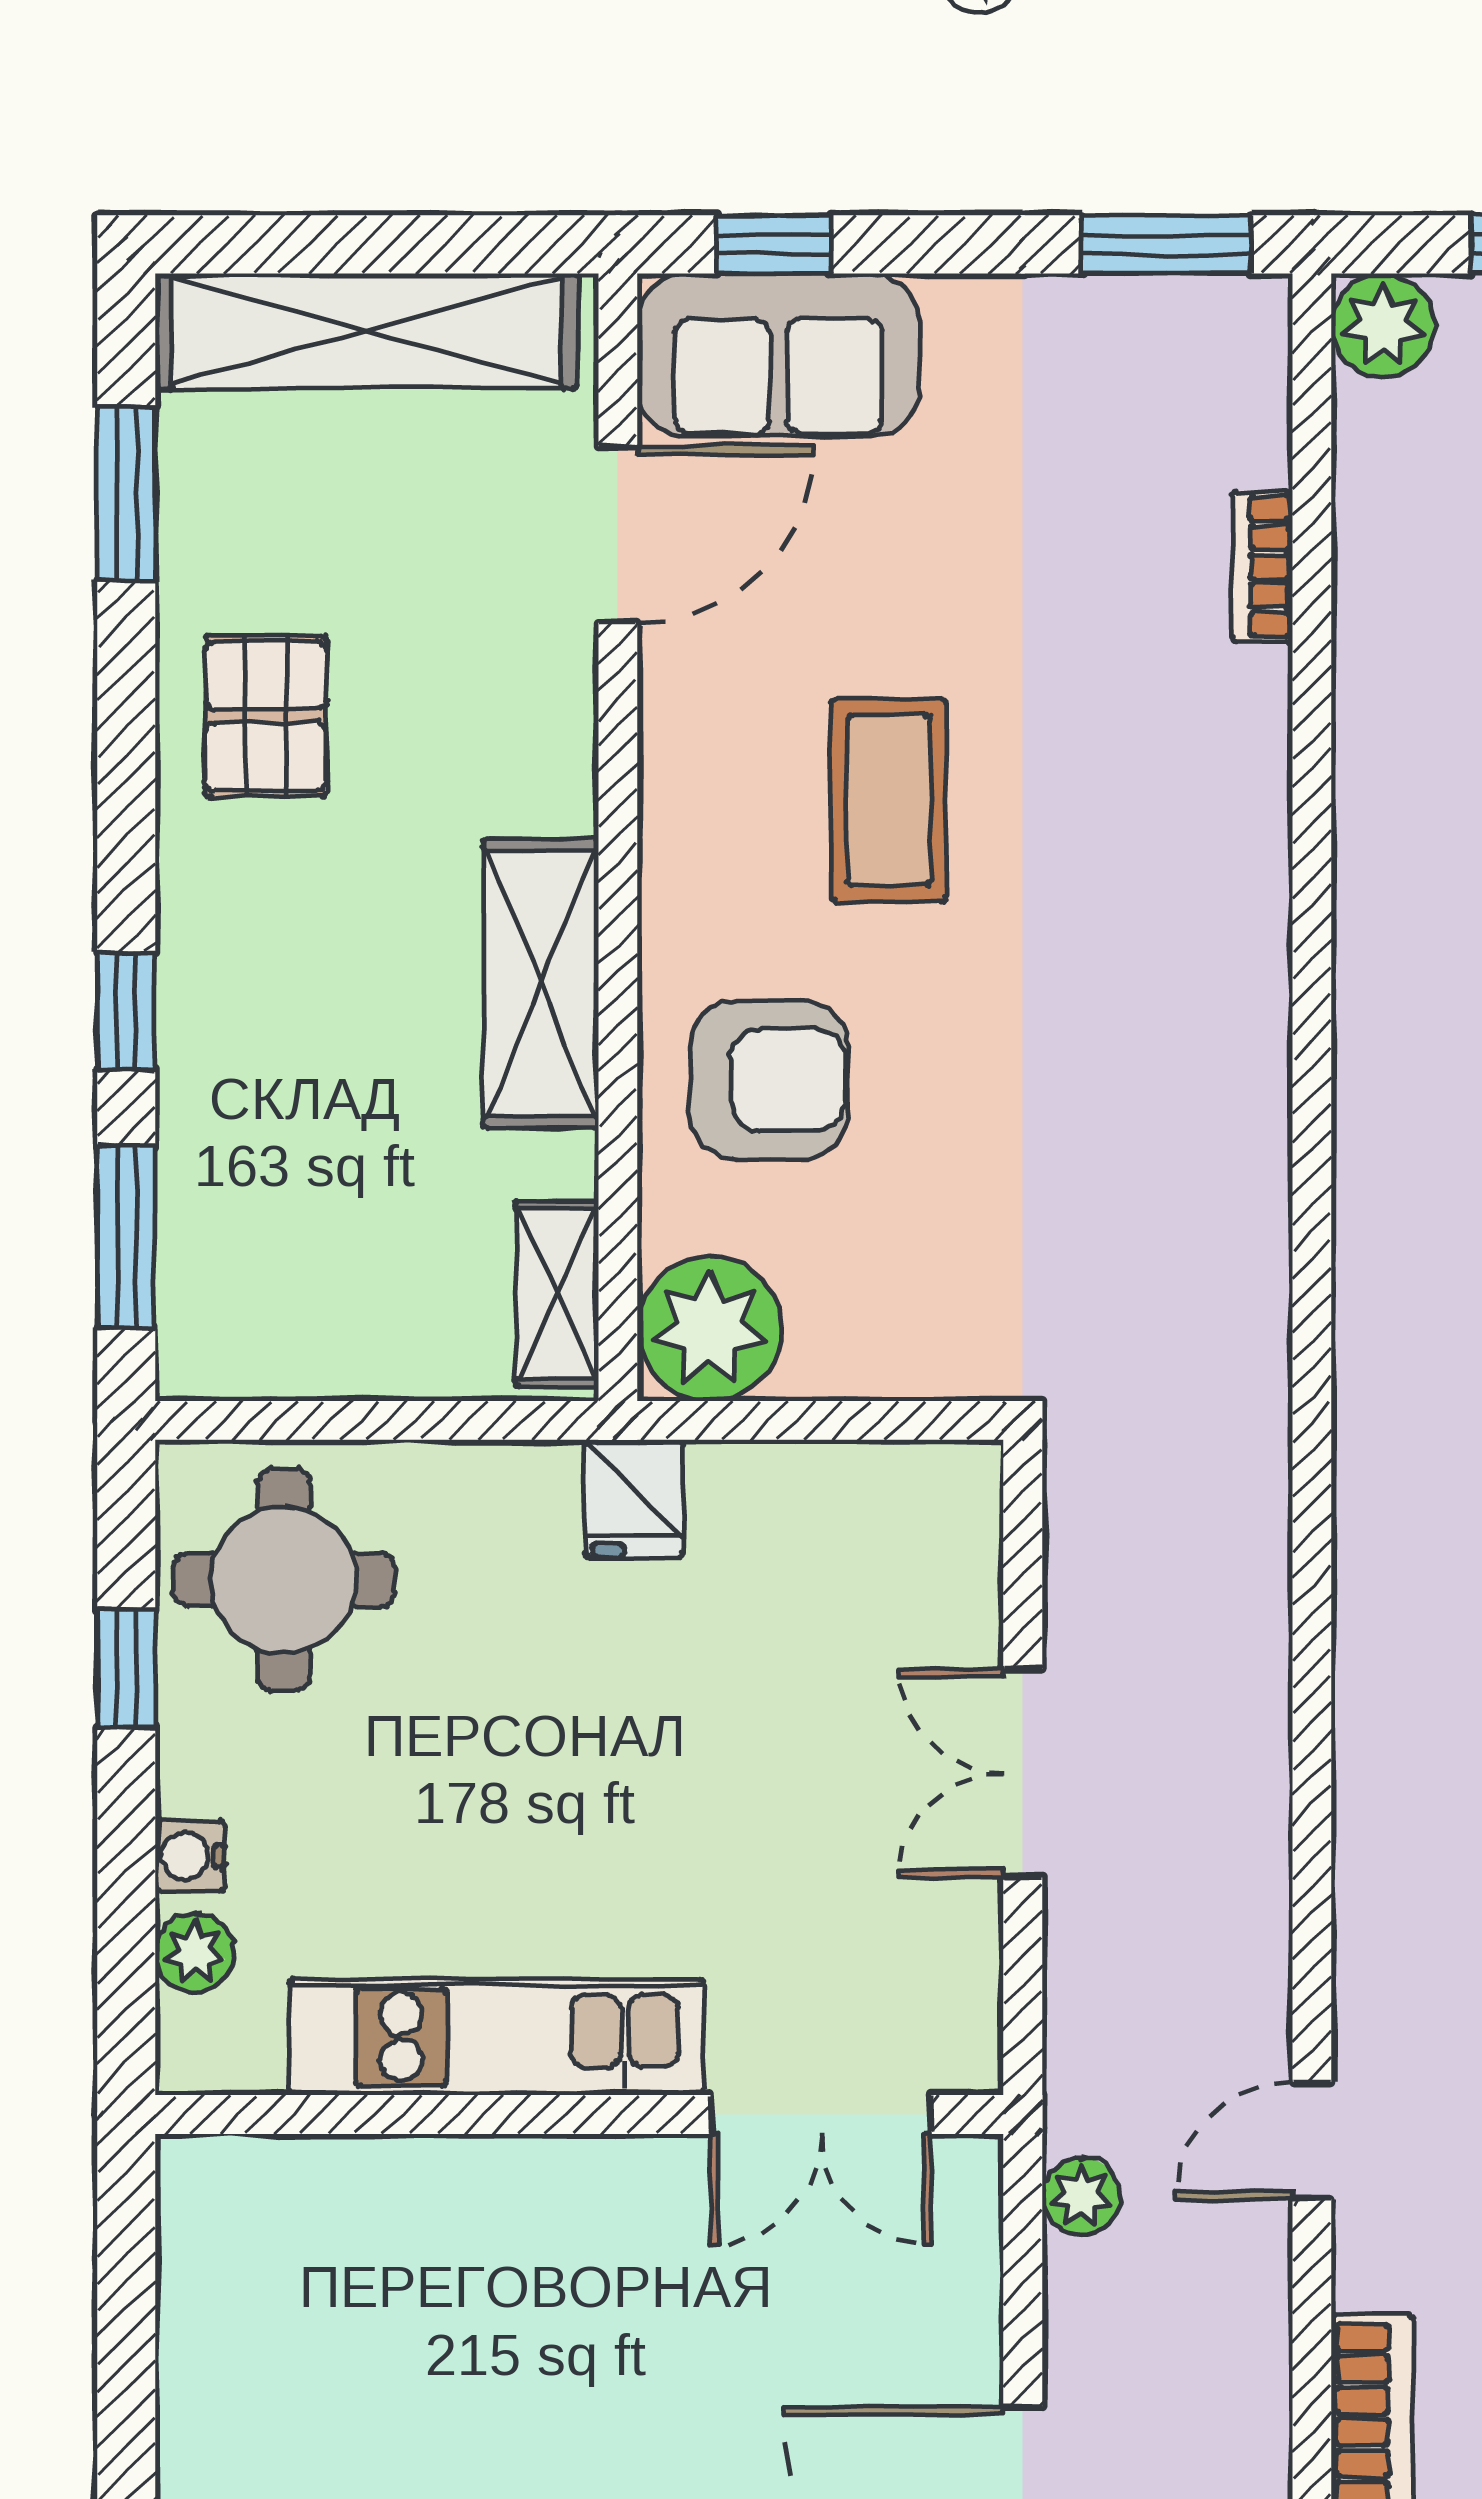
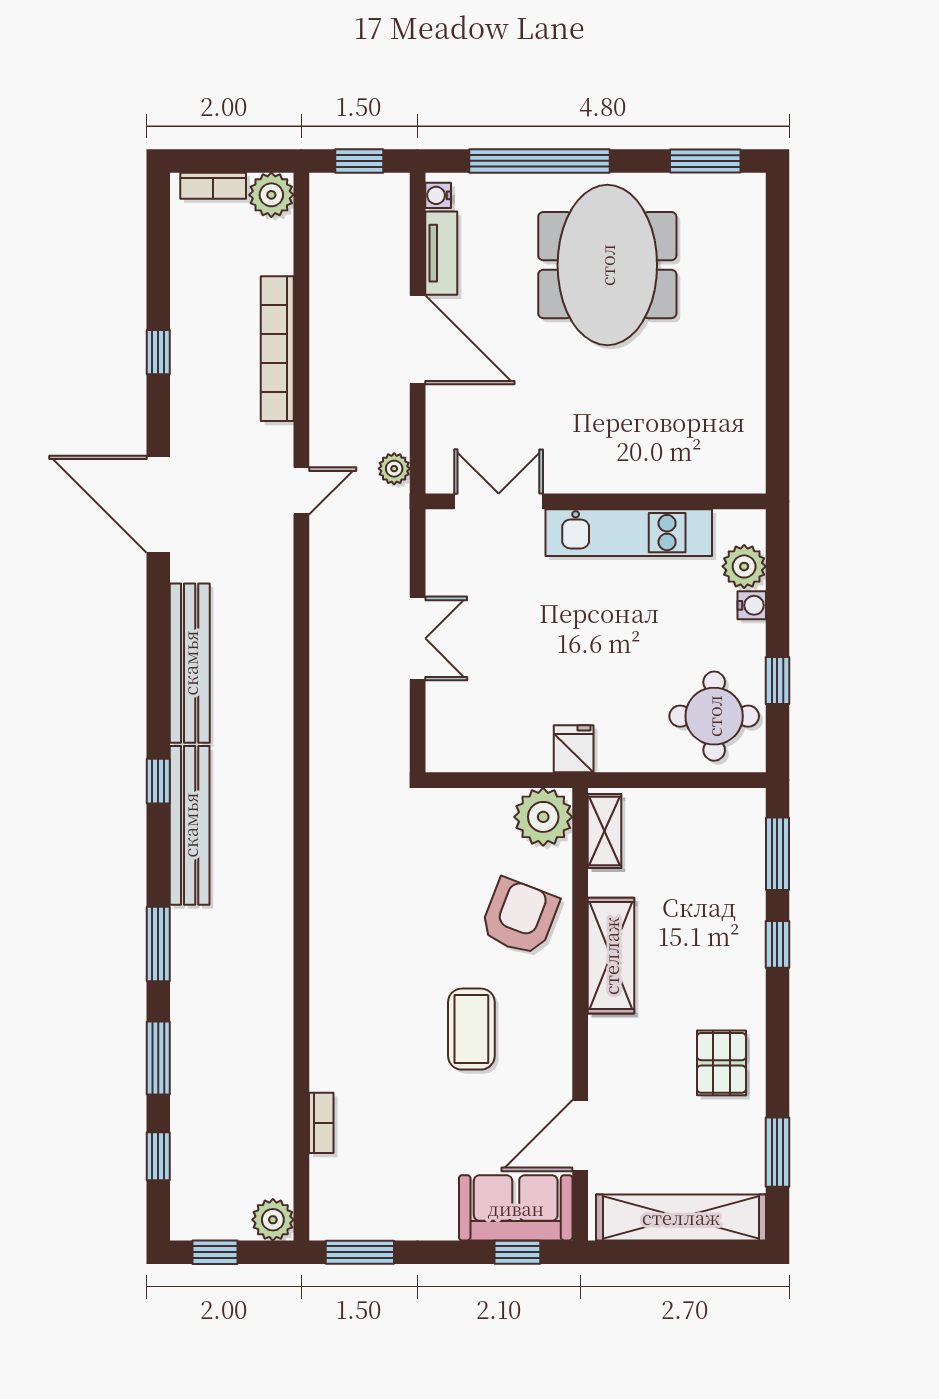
armchair: (769, 1080) -> (519, 917), turned 111
plant: (194, 1952) -> (744, 566), width x1.38, depth x1.38

